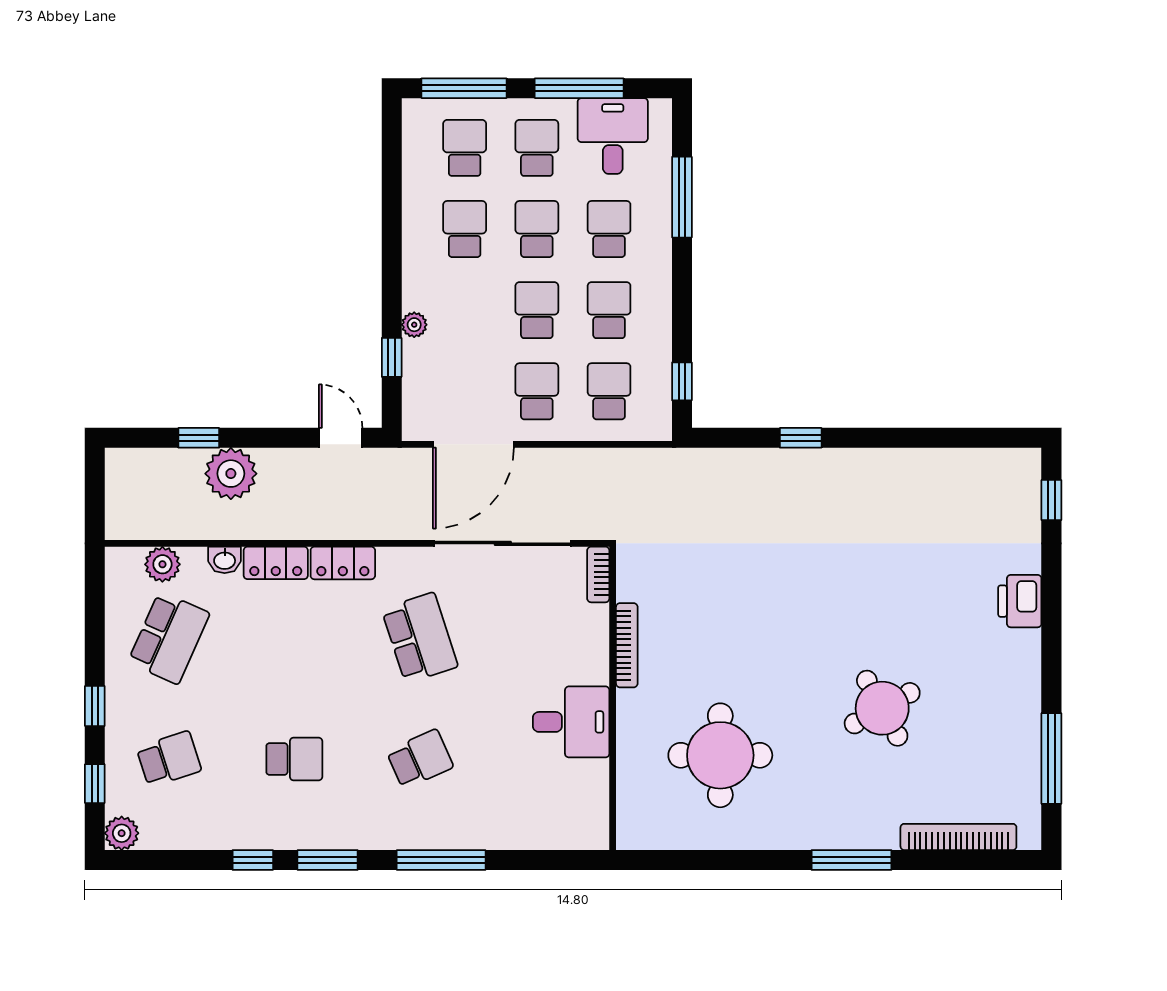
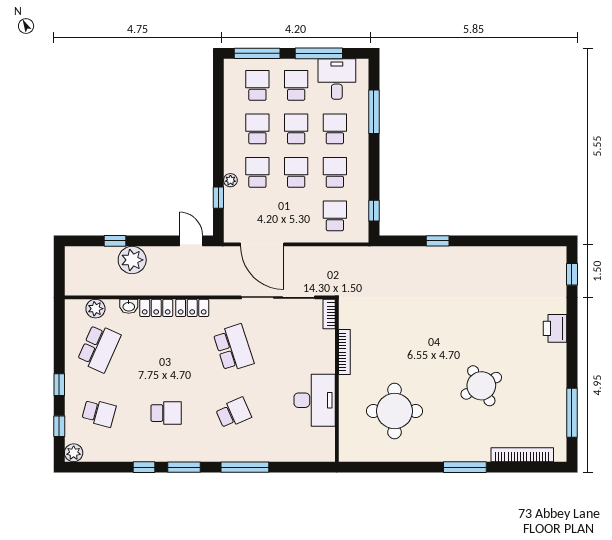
school desk: (537, 391) -> (257, 172), moved
door: (473, 444) -> (262, 244), hinge flipped
desk: (571, 722) -> (315, 400), width x1.37
school desk: (169, 759) -> (99, 413), turned 33

